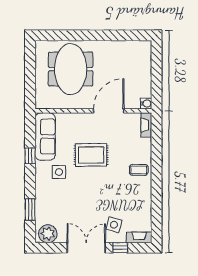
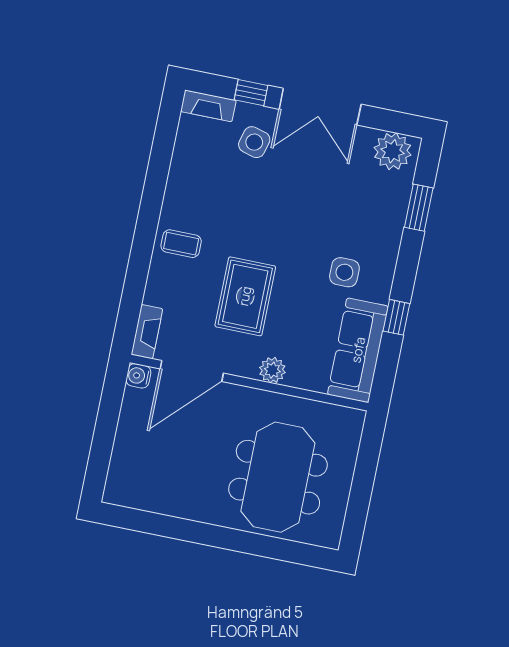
door: (109, 111) -> (192, 371), moved
plant: (83, 119) -> (272, 370), added
rug: (91, 155) -> (245, 296), moved, turned 90

